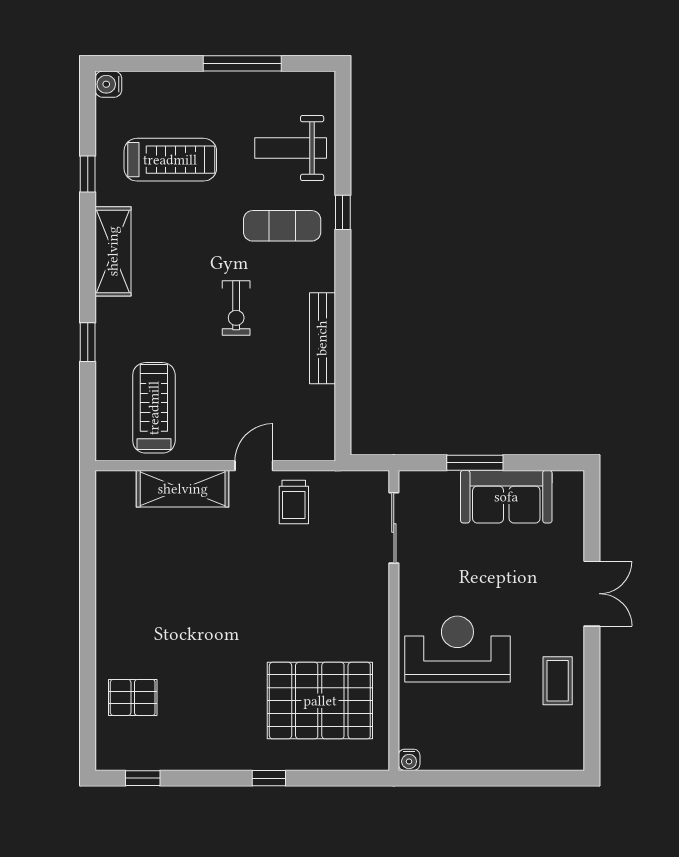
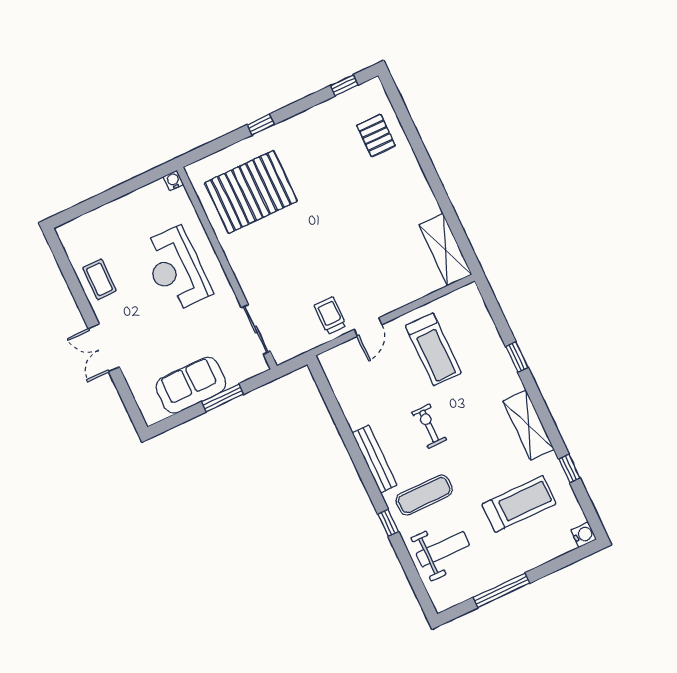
treadmill: (170, 160) -> (519, 504), turned 180
bench: (322, 338) -> (375, 459), moved
treadmill: (154, 408) -> (433, 349), moved
shelving: (183, 489) -> (445, 250), moved, turned 90
reception desk: (457, 649) -> (176, 269), turned 90
pallet: (133, 697) -> (376, 135), turned 90

